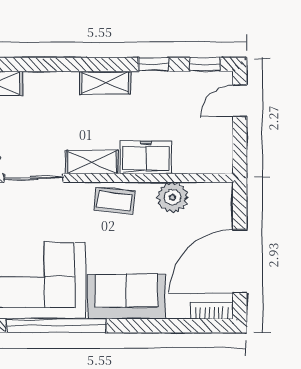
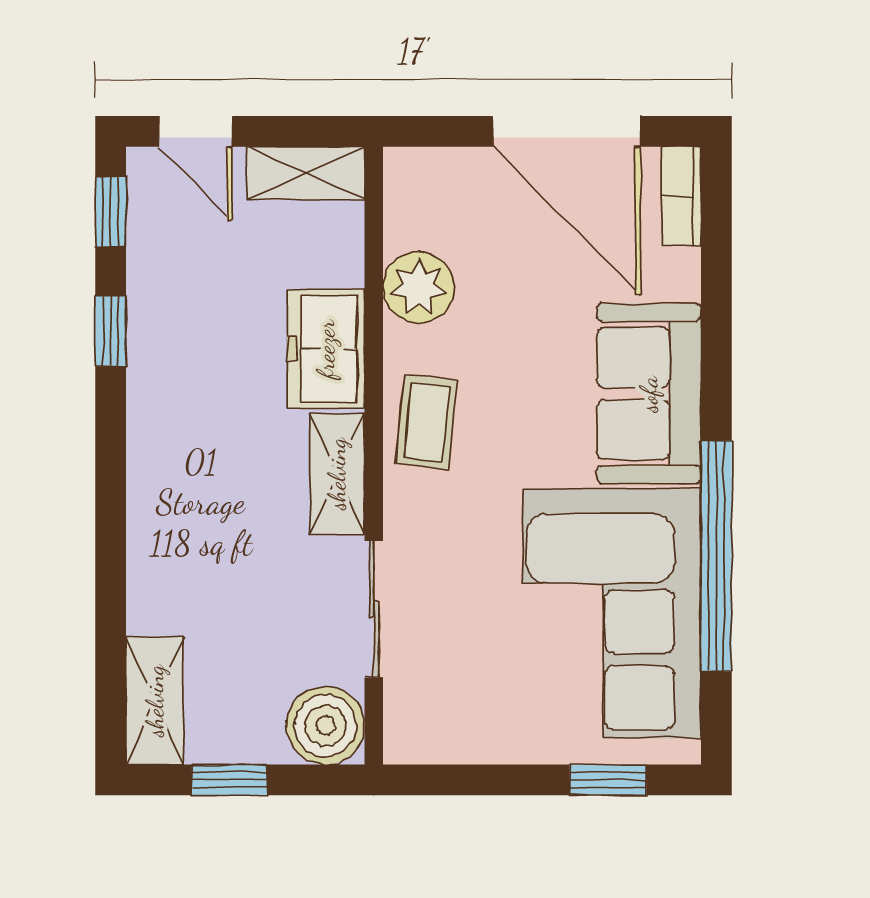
shelving: (105, 82) -> (306, 173), moved, turned 90

